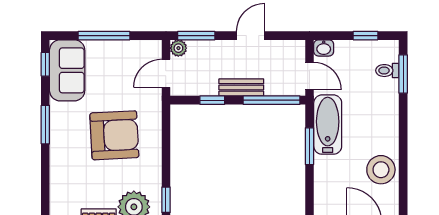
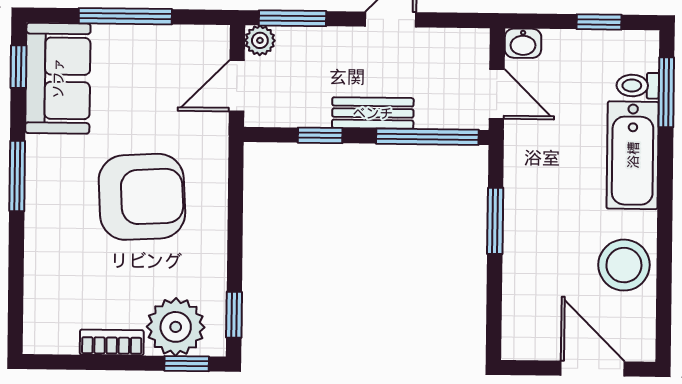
bathtub: (328, 125) -> (633, 155), moved, turned 180

